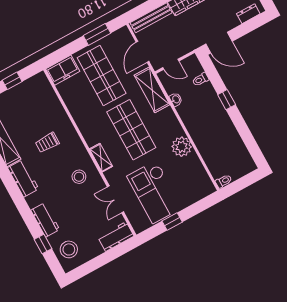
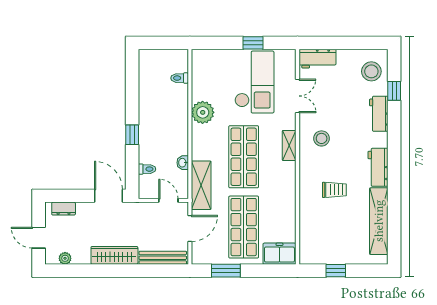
toilet: (224, 181) -> (180, 78), moved

